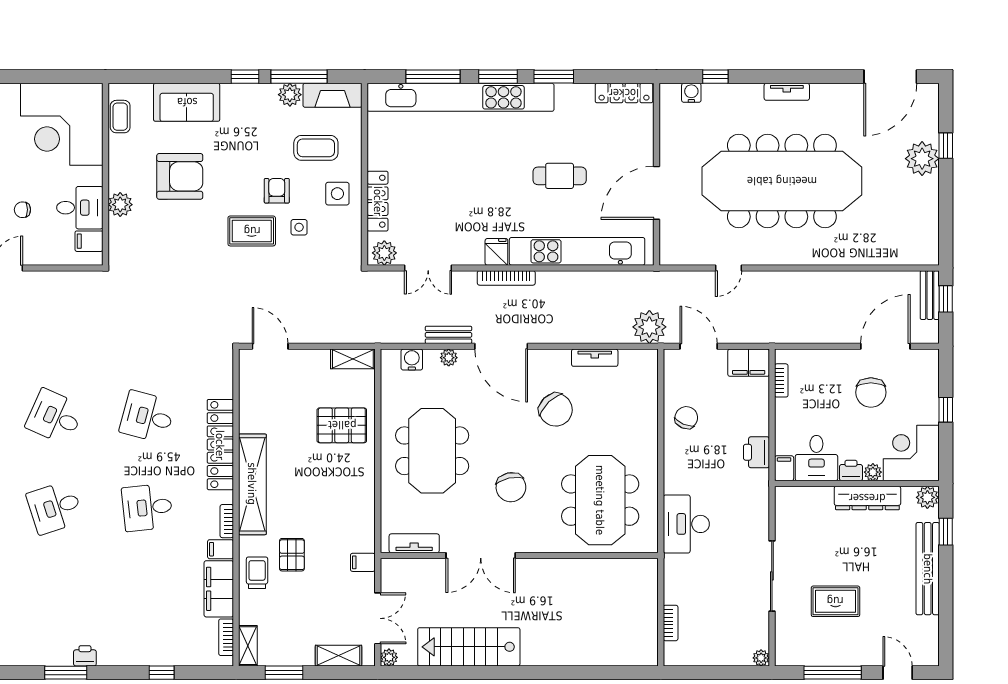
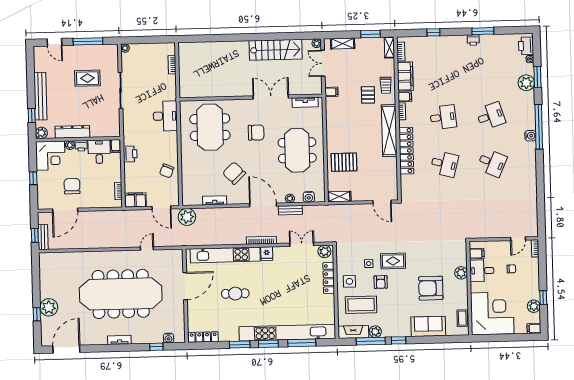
coffee table: (316, 148) -> (361, 305), width x1.36, depth x1.32
chair: (511, 487) -> (256, 133), turned 102

